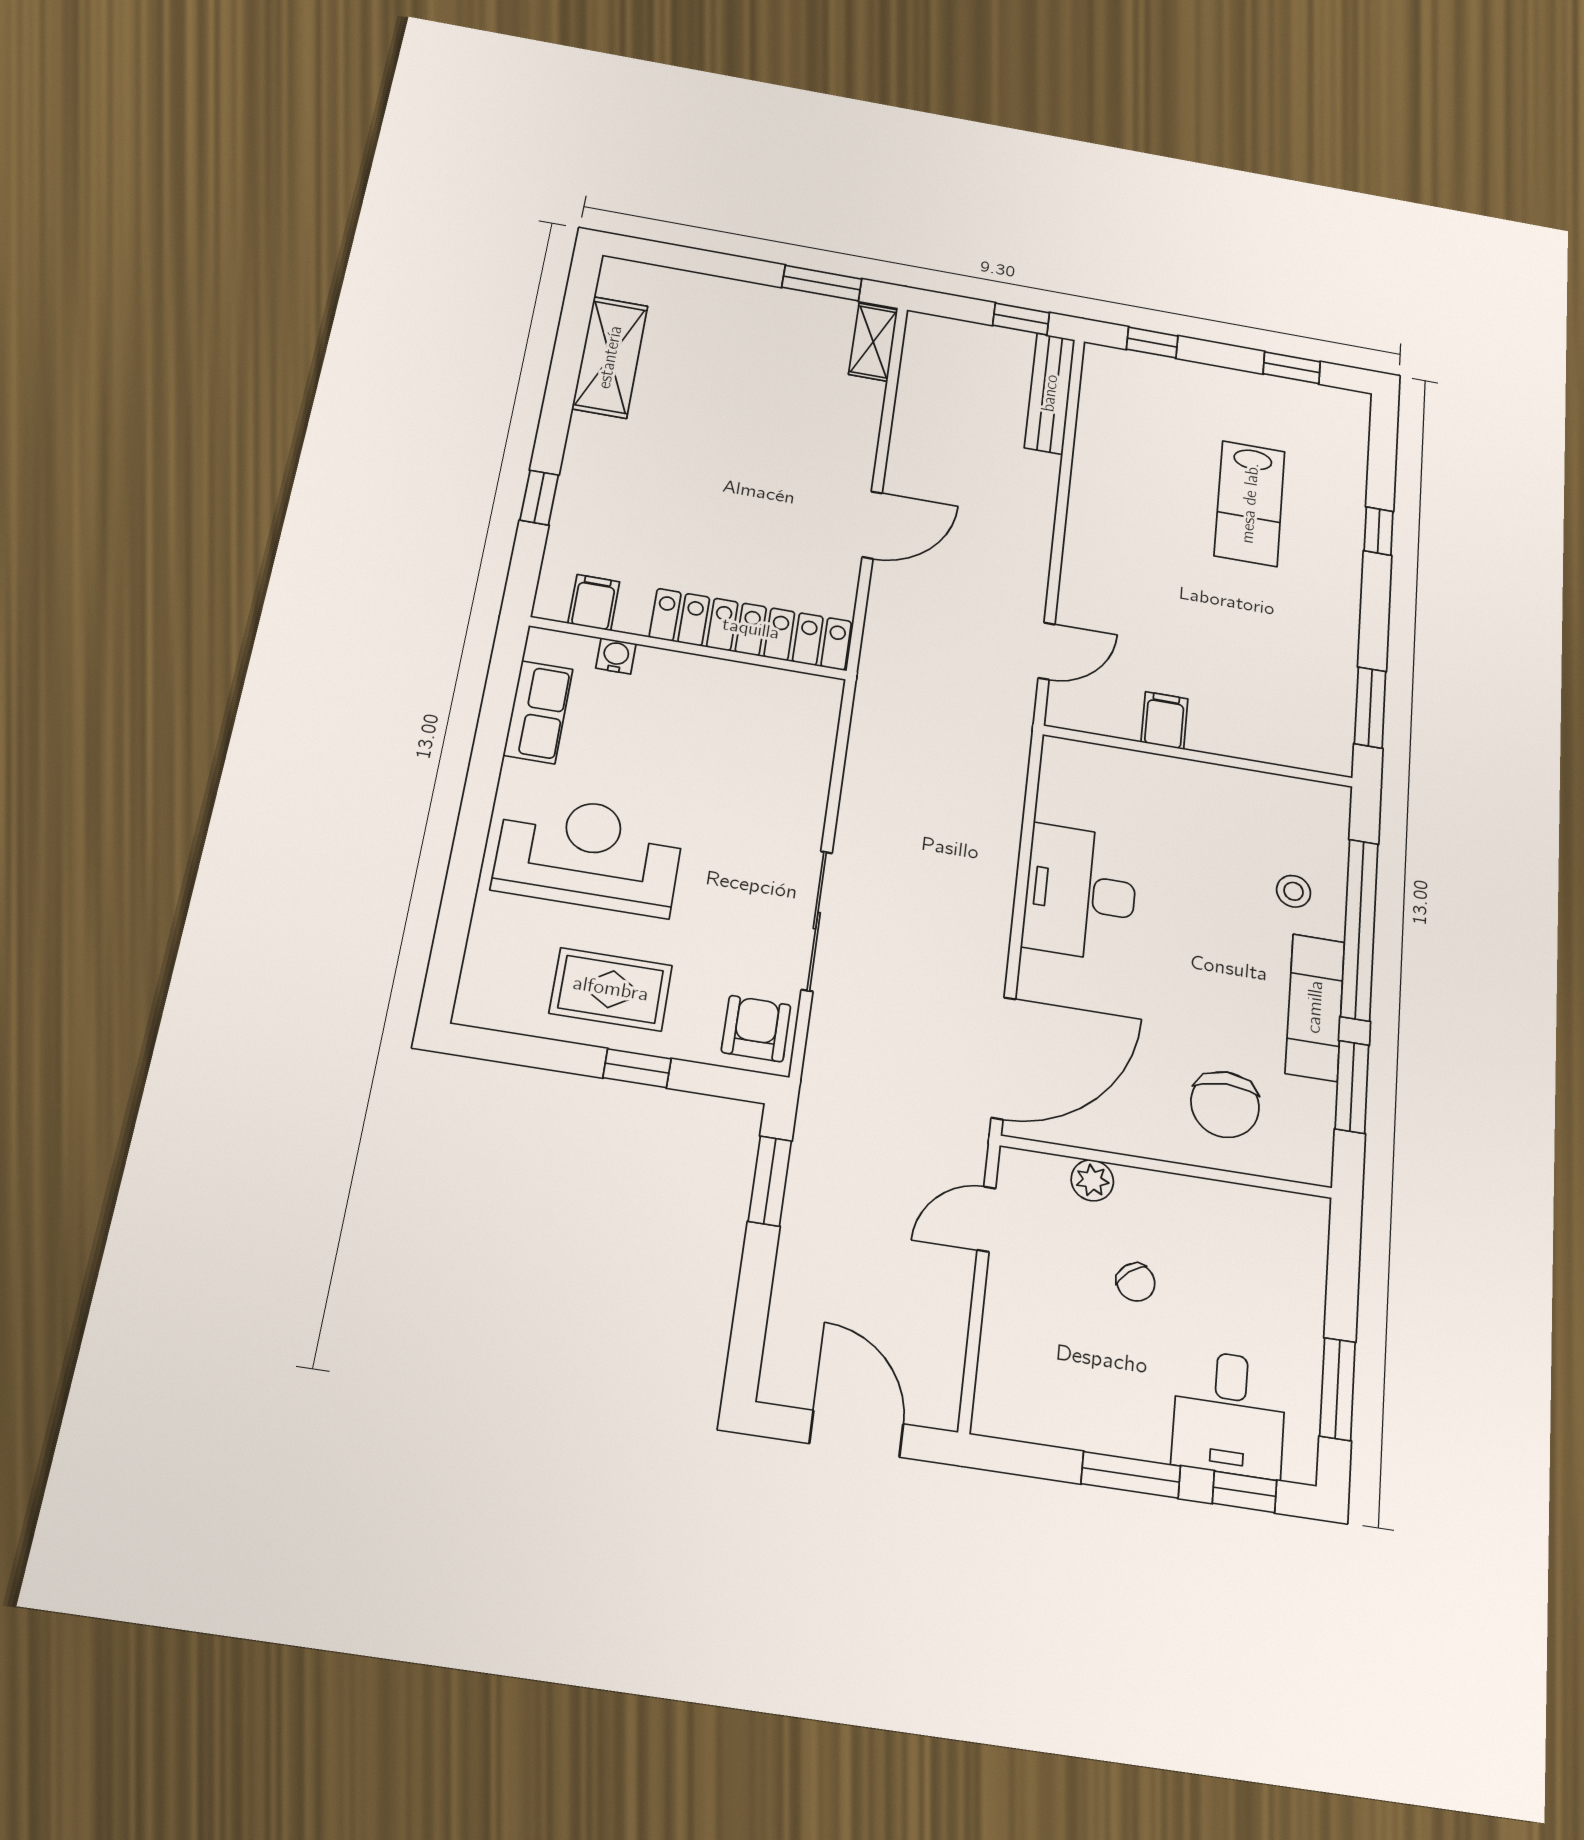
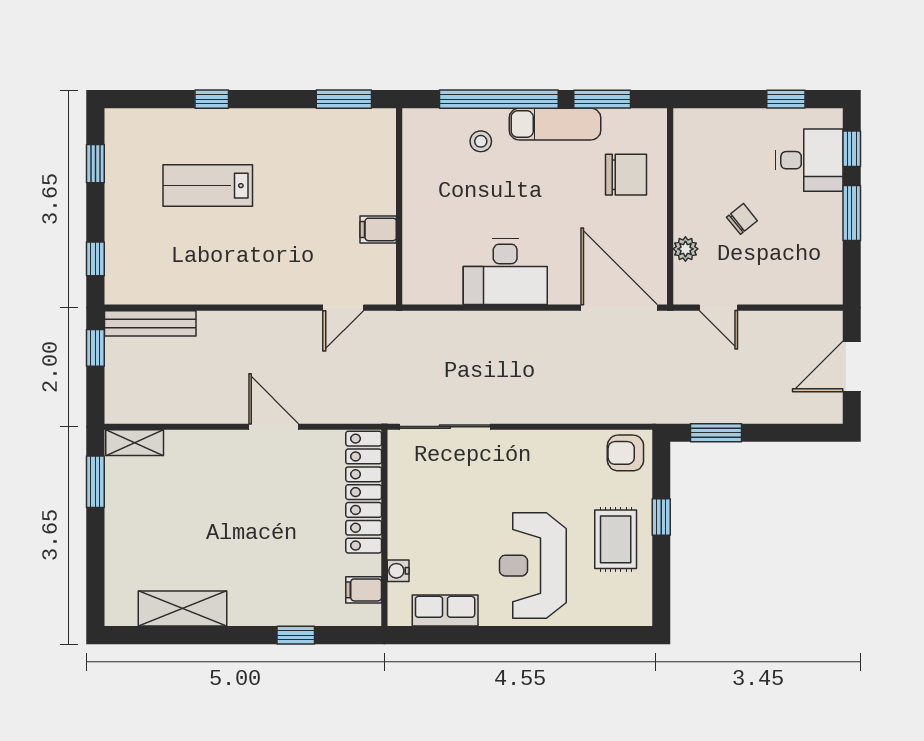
lab bench: (1250, 503) -> (208, 186), turned 180
door: (1047, 651) -> (343, 308), swing flipped
sliding door: (817, 921) -> (445, 427), moved
window: (1337, 1389) -> (786, 99), width x0.67

